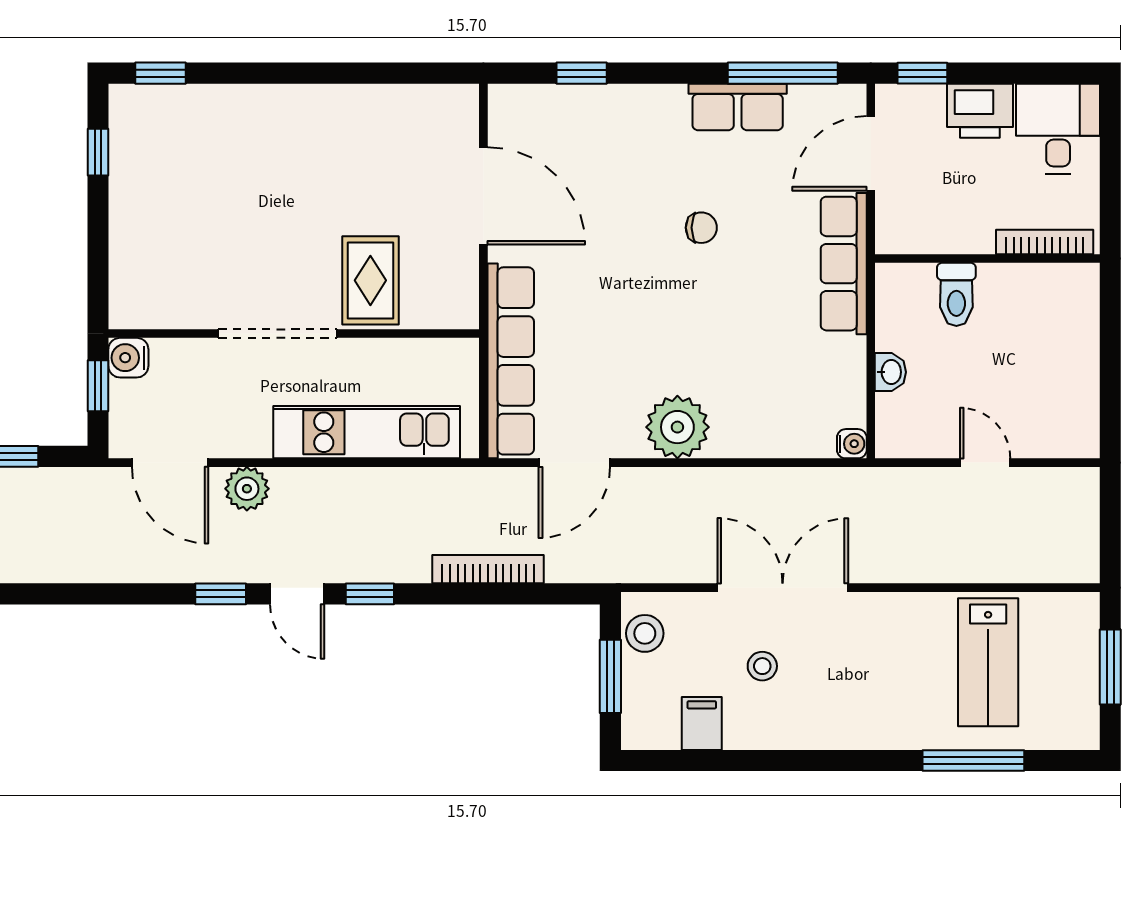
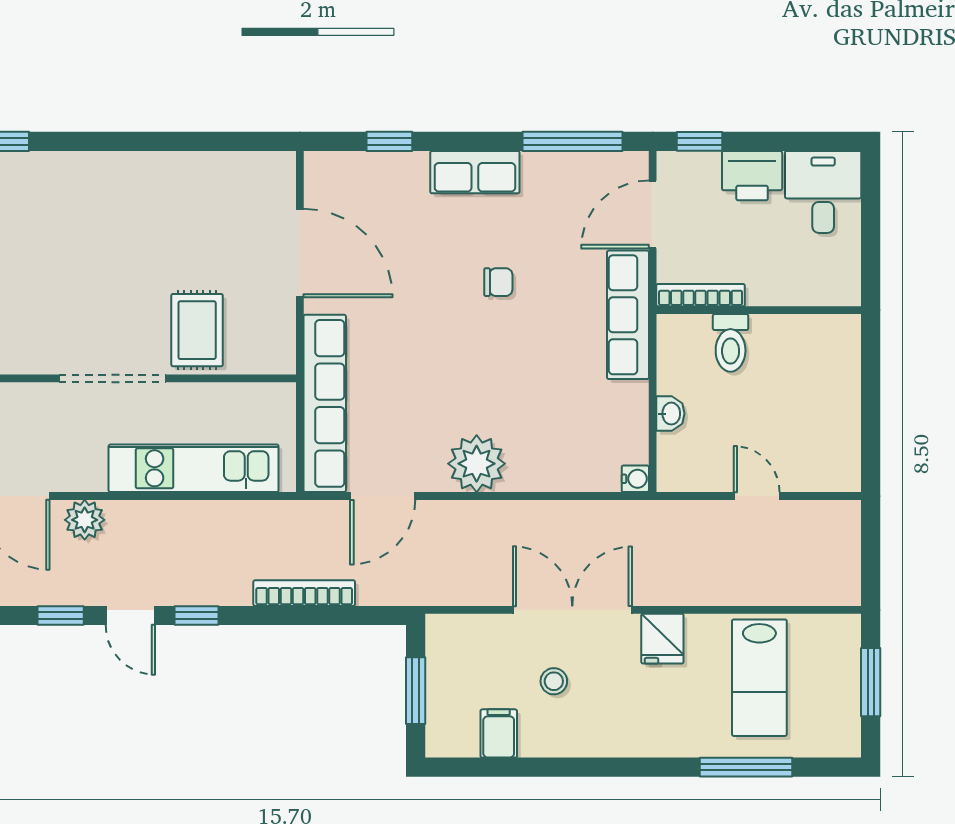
row of seats: (738, 107) -> (475, 172), moved
bookcase: (1045, 242) -> (701, 295), moved
fridge: (882, 619) -> (662, 639), added
stool: (645, 633) -> (447, 651), removed

